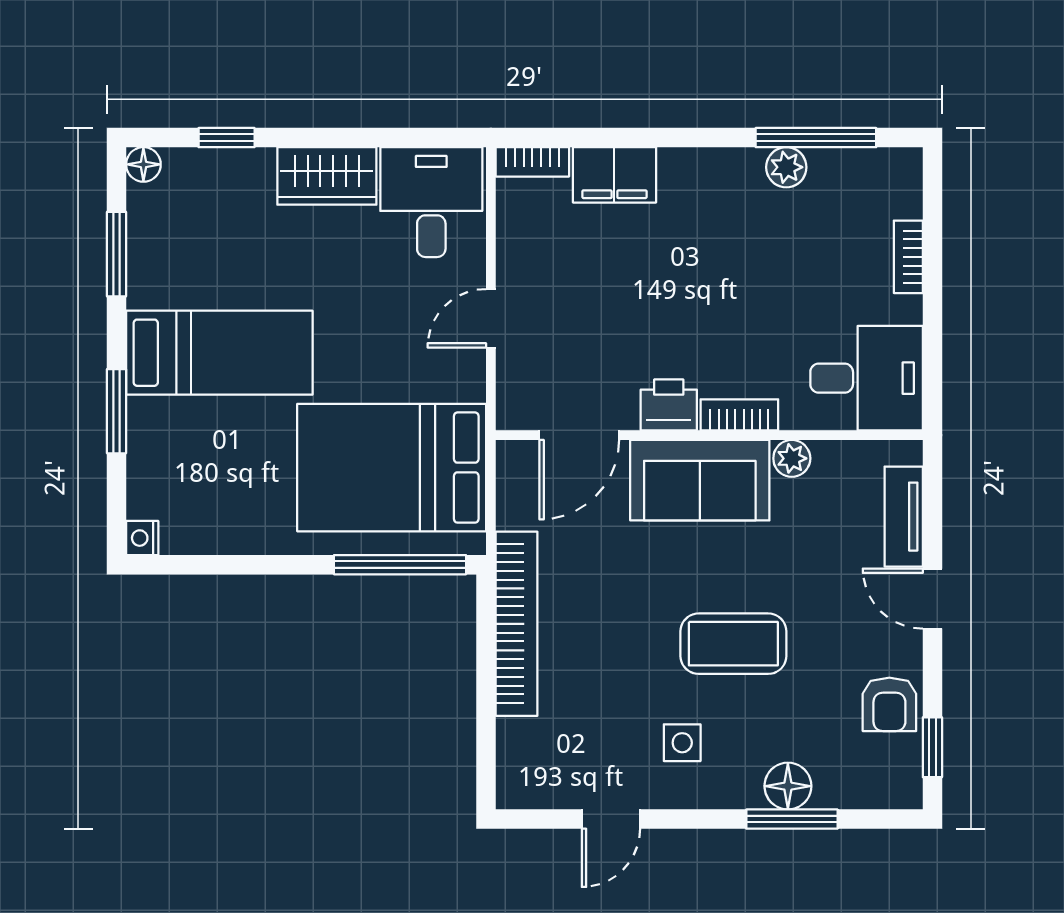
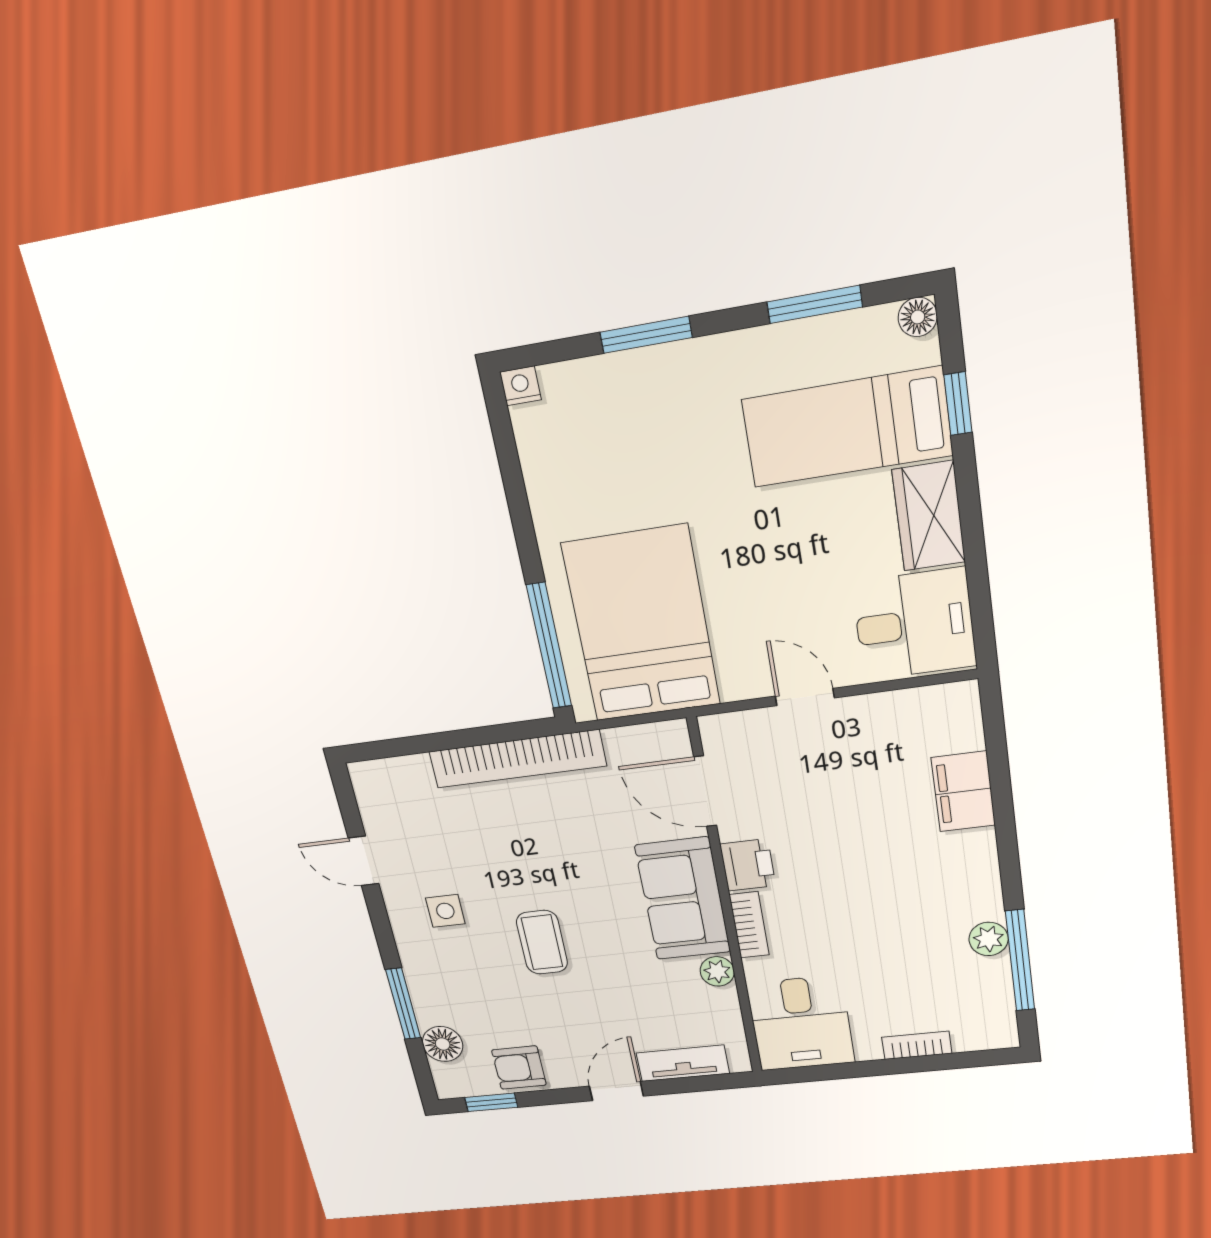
bookcase: (532, 162) -> (967, 715), removed
bed: (219, 353) -> (847, 427), moved, turned 90
coffee table: (733, 644) -> (542, 942), width x0.73, depth x0.77
floor lamp: (788, 786) -> (443, 1044), moved

